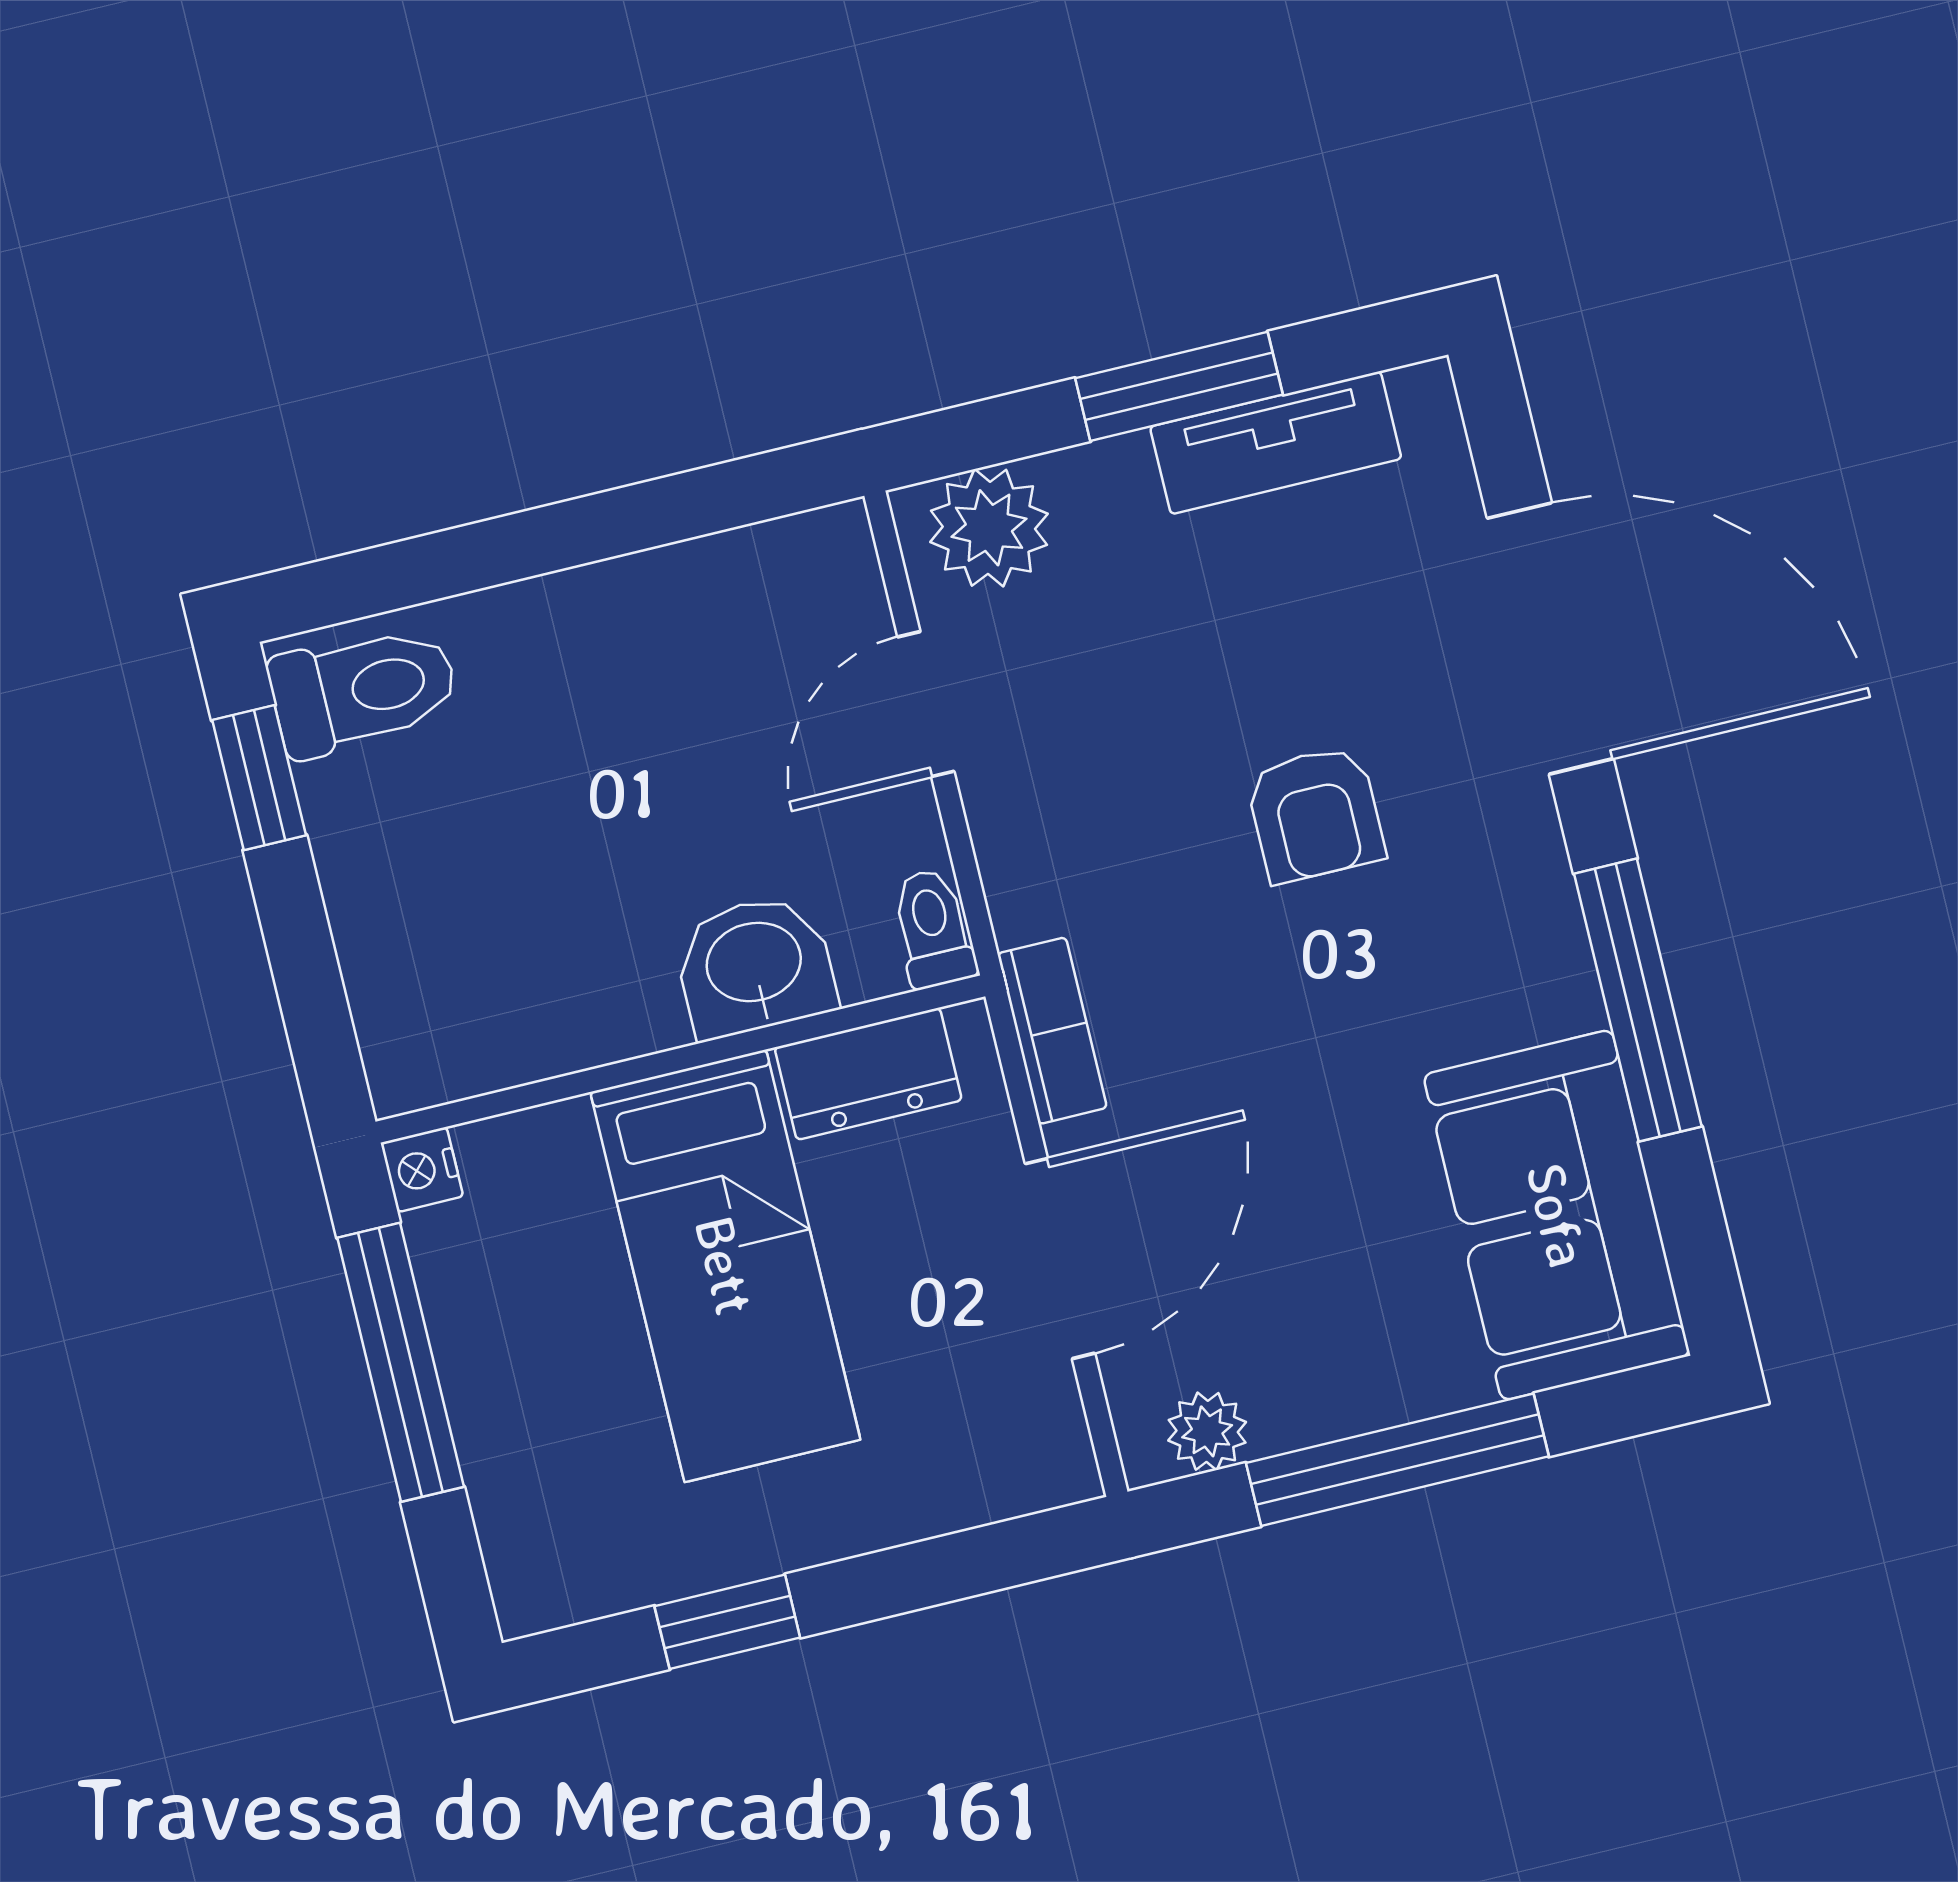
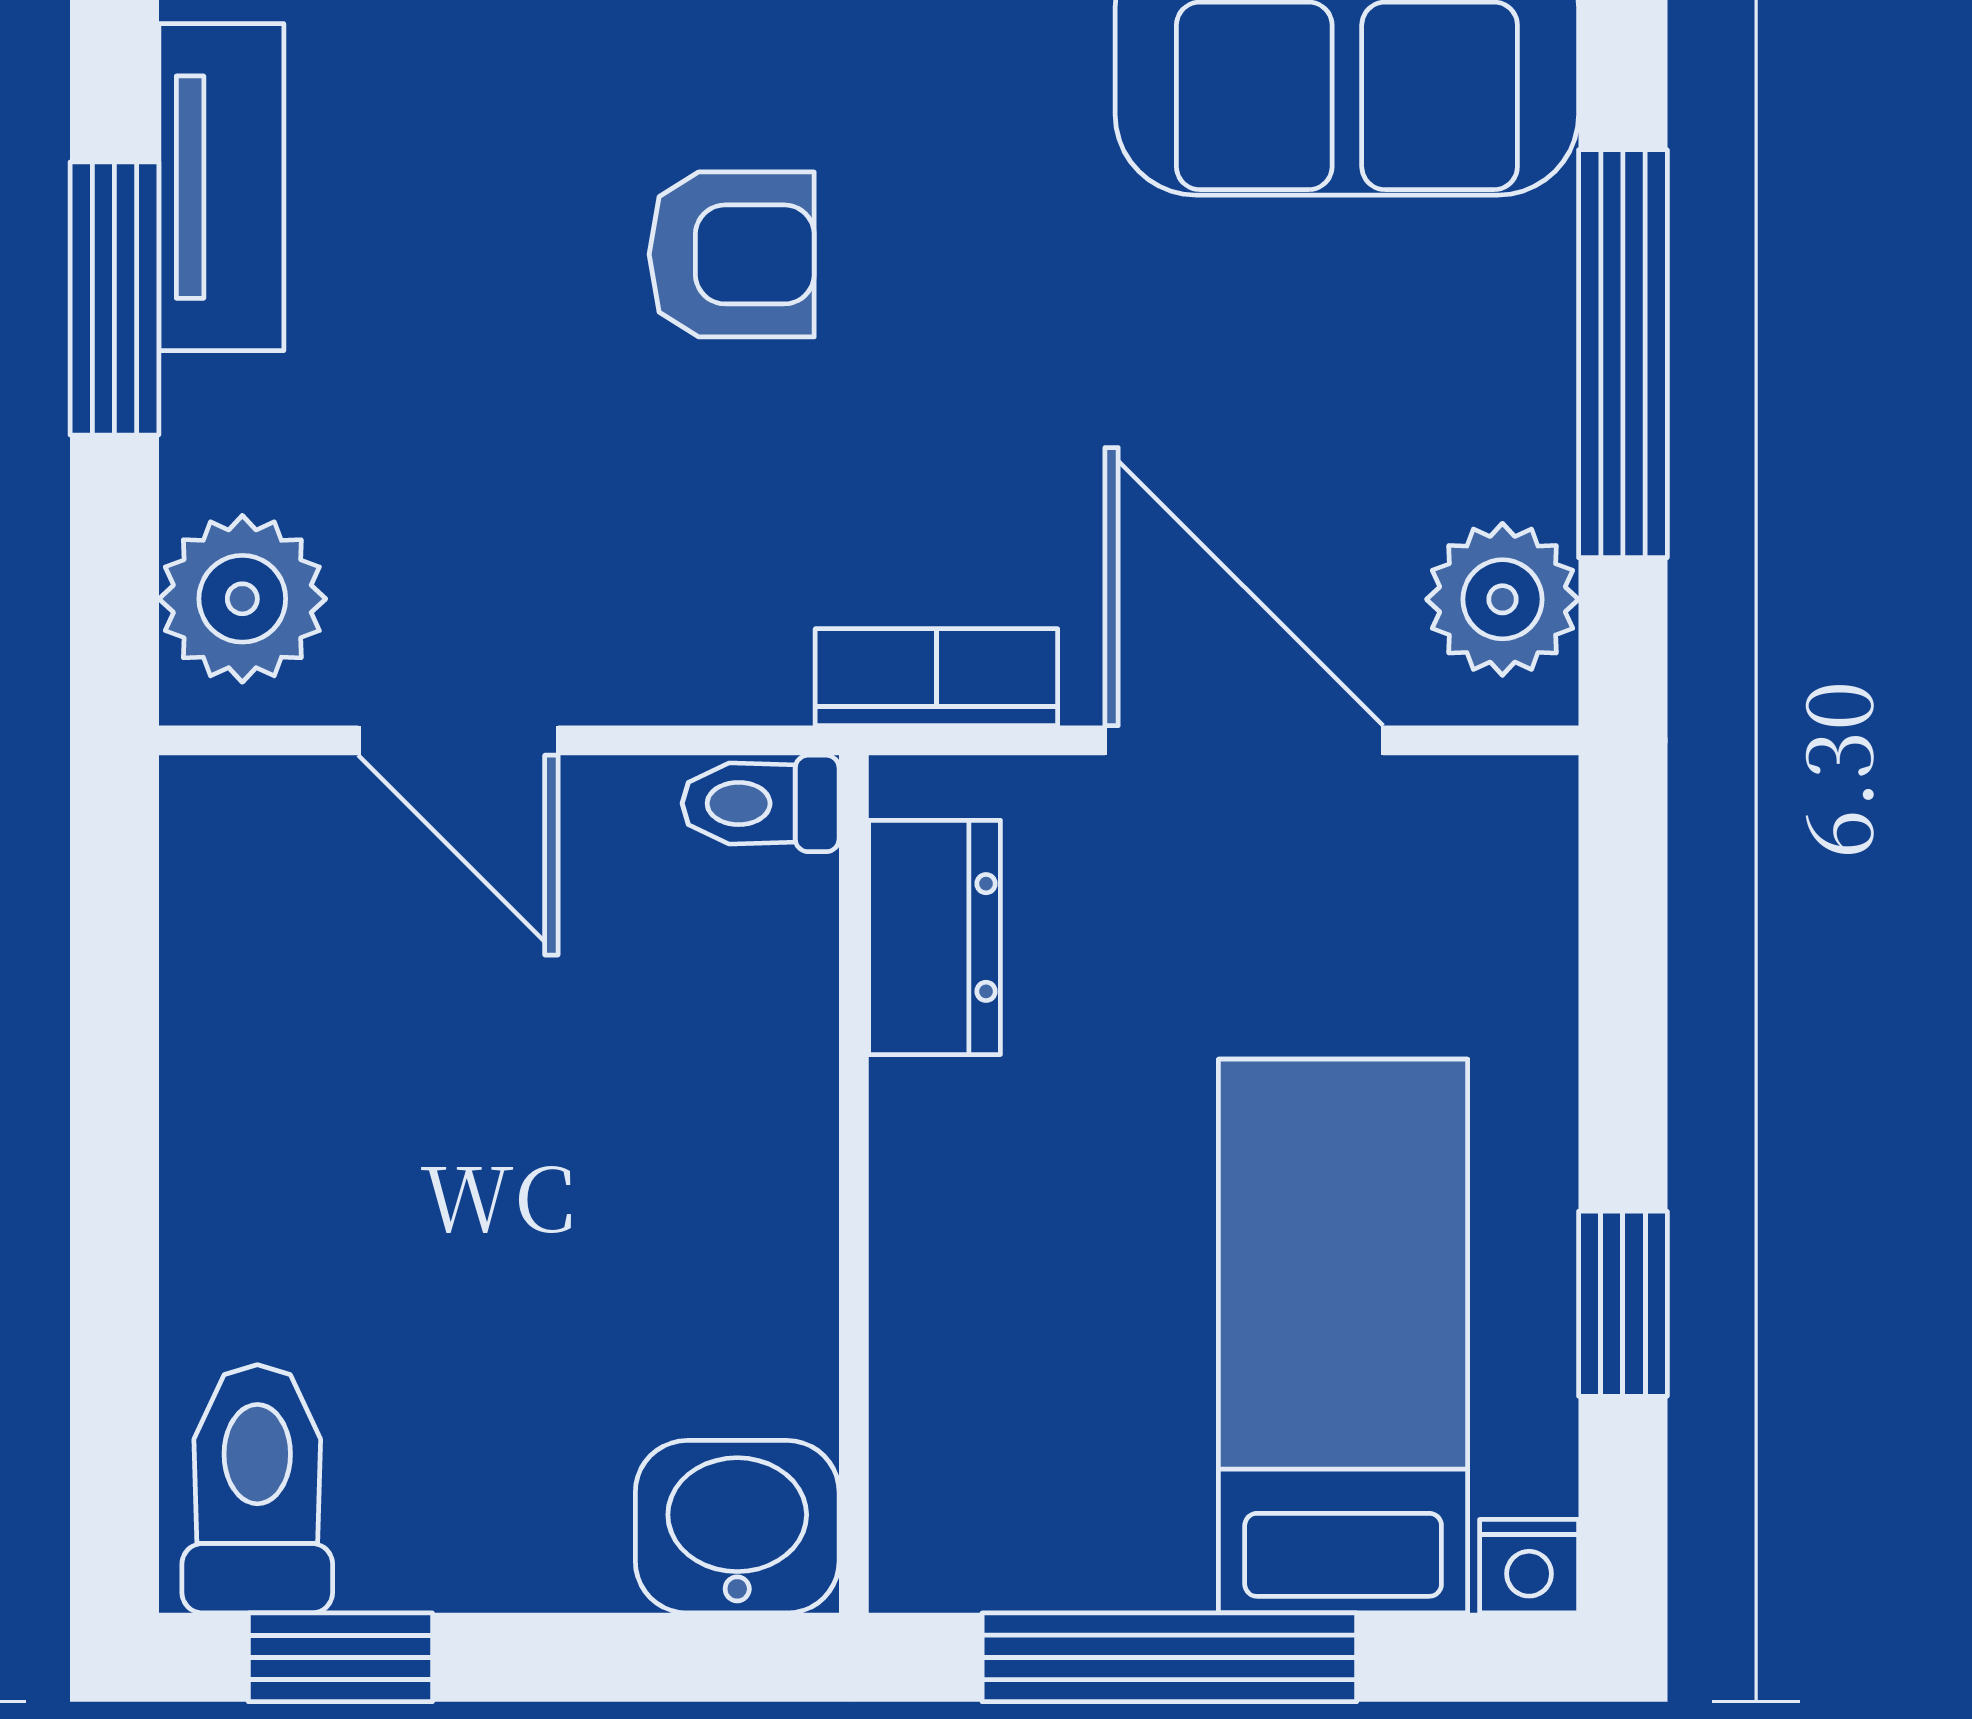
washbasin: (755, 966) -> (737, 1527), moved, turned 90
nightstand: (422, 1170) -> (1529, 1566), moved
bed: (725, 1266) -> (1343, 1336), moved, turned -90
plant: (1207, 1431) -> (1502, 599), width x1.38, depth x1.38

